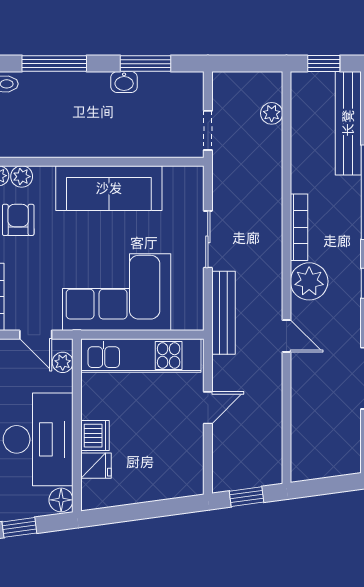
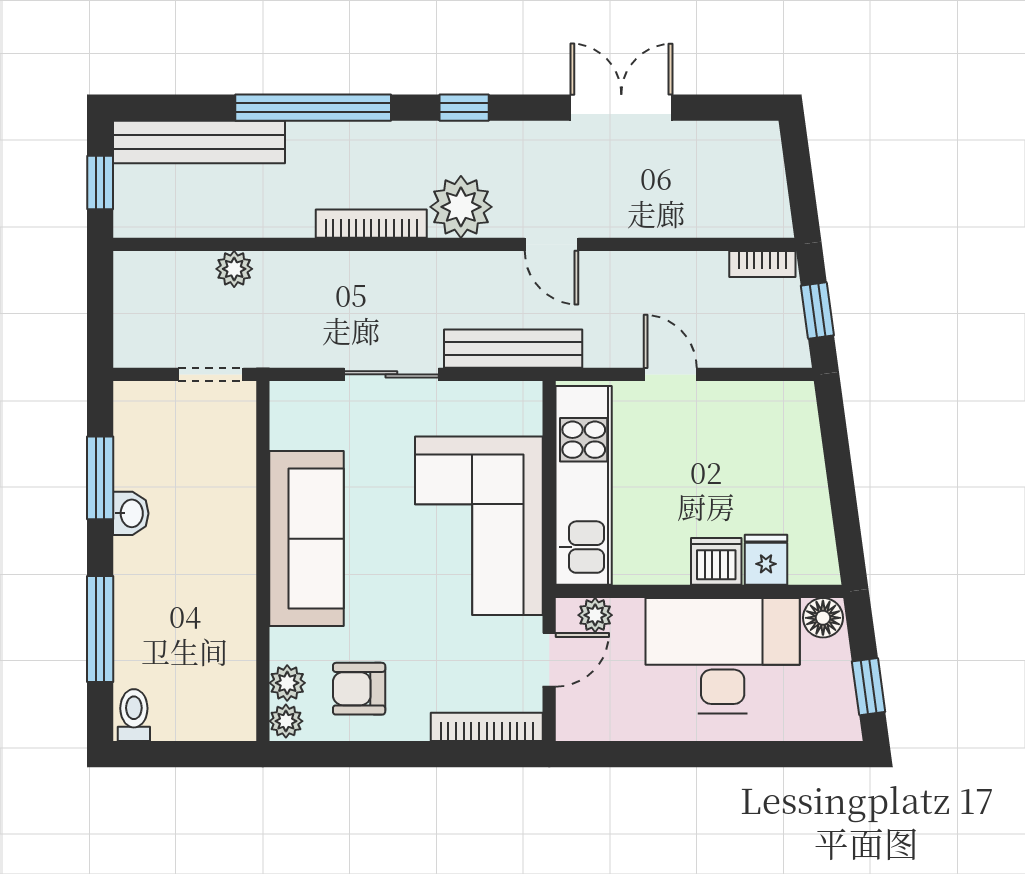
plant: (272, 113) -> (234, 269), moved
door: (286, 336) -> (551, 244), swing flipped
bookcase: (275, 463) -> (762, 264), added

